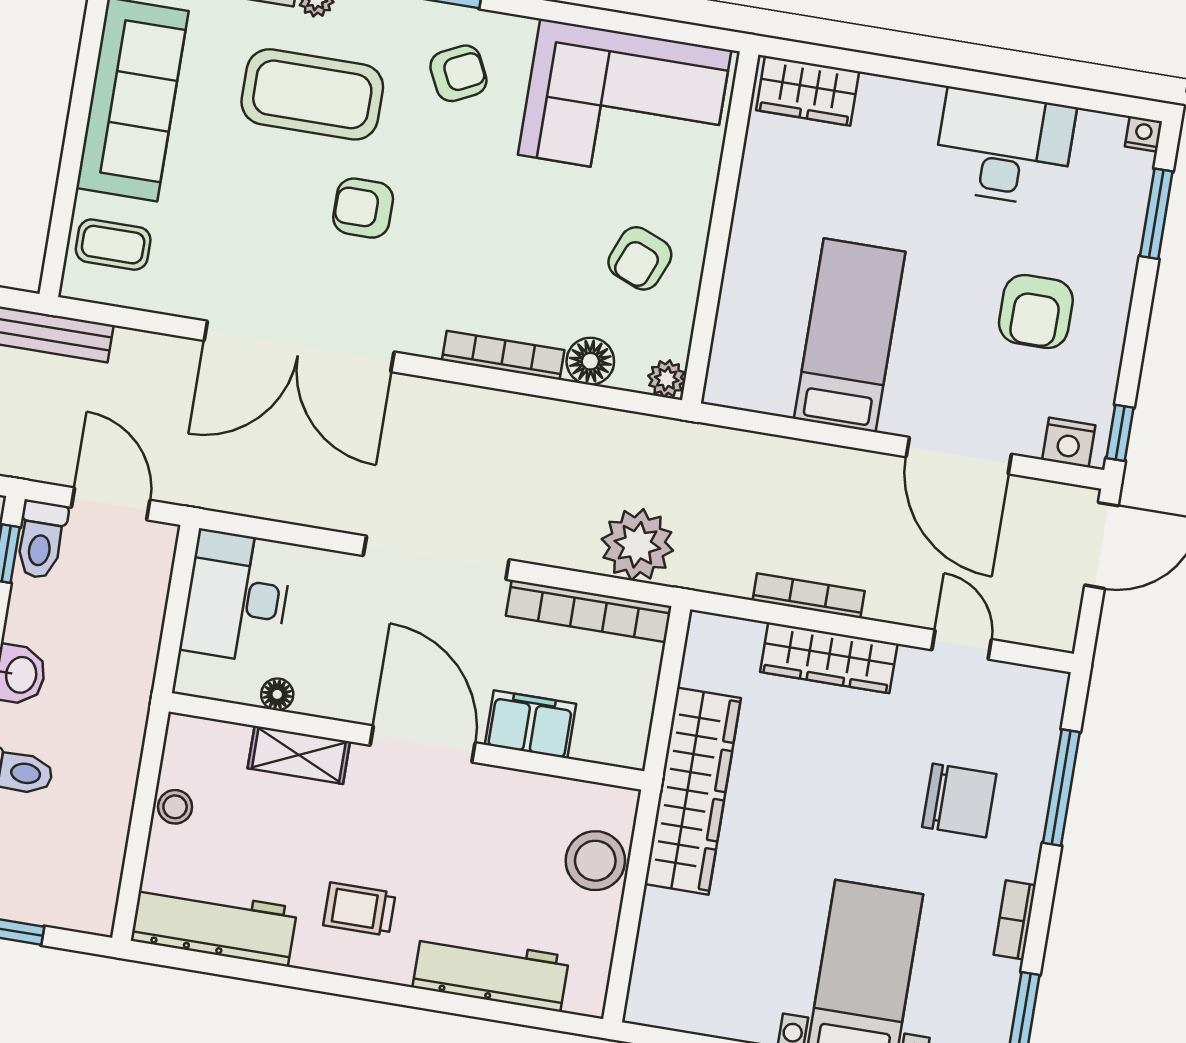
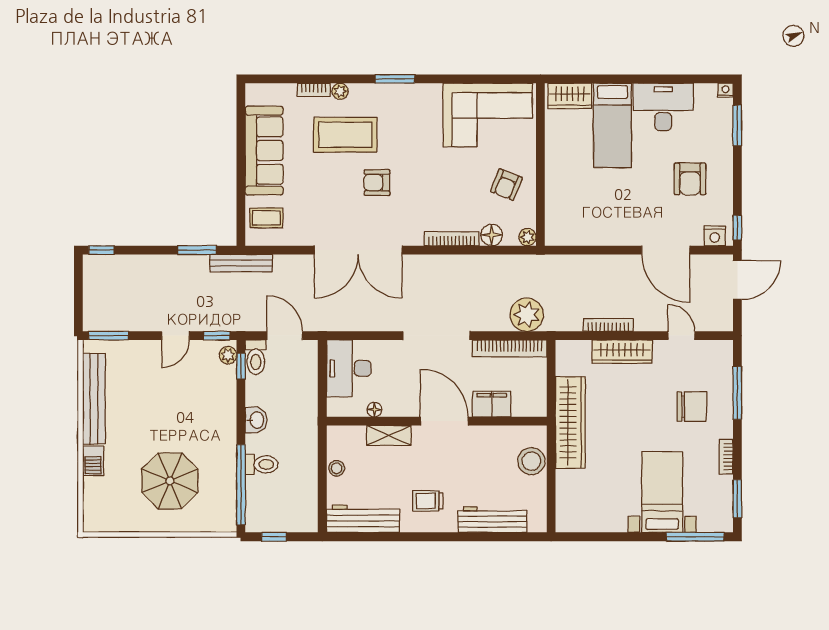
armchair: (458, 73) -> (410, 114), removed
bed: (850, 335) -> (612, 125), moved, turned 180

